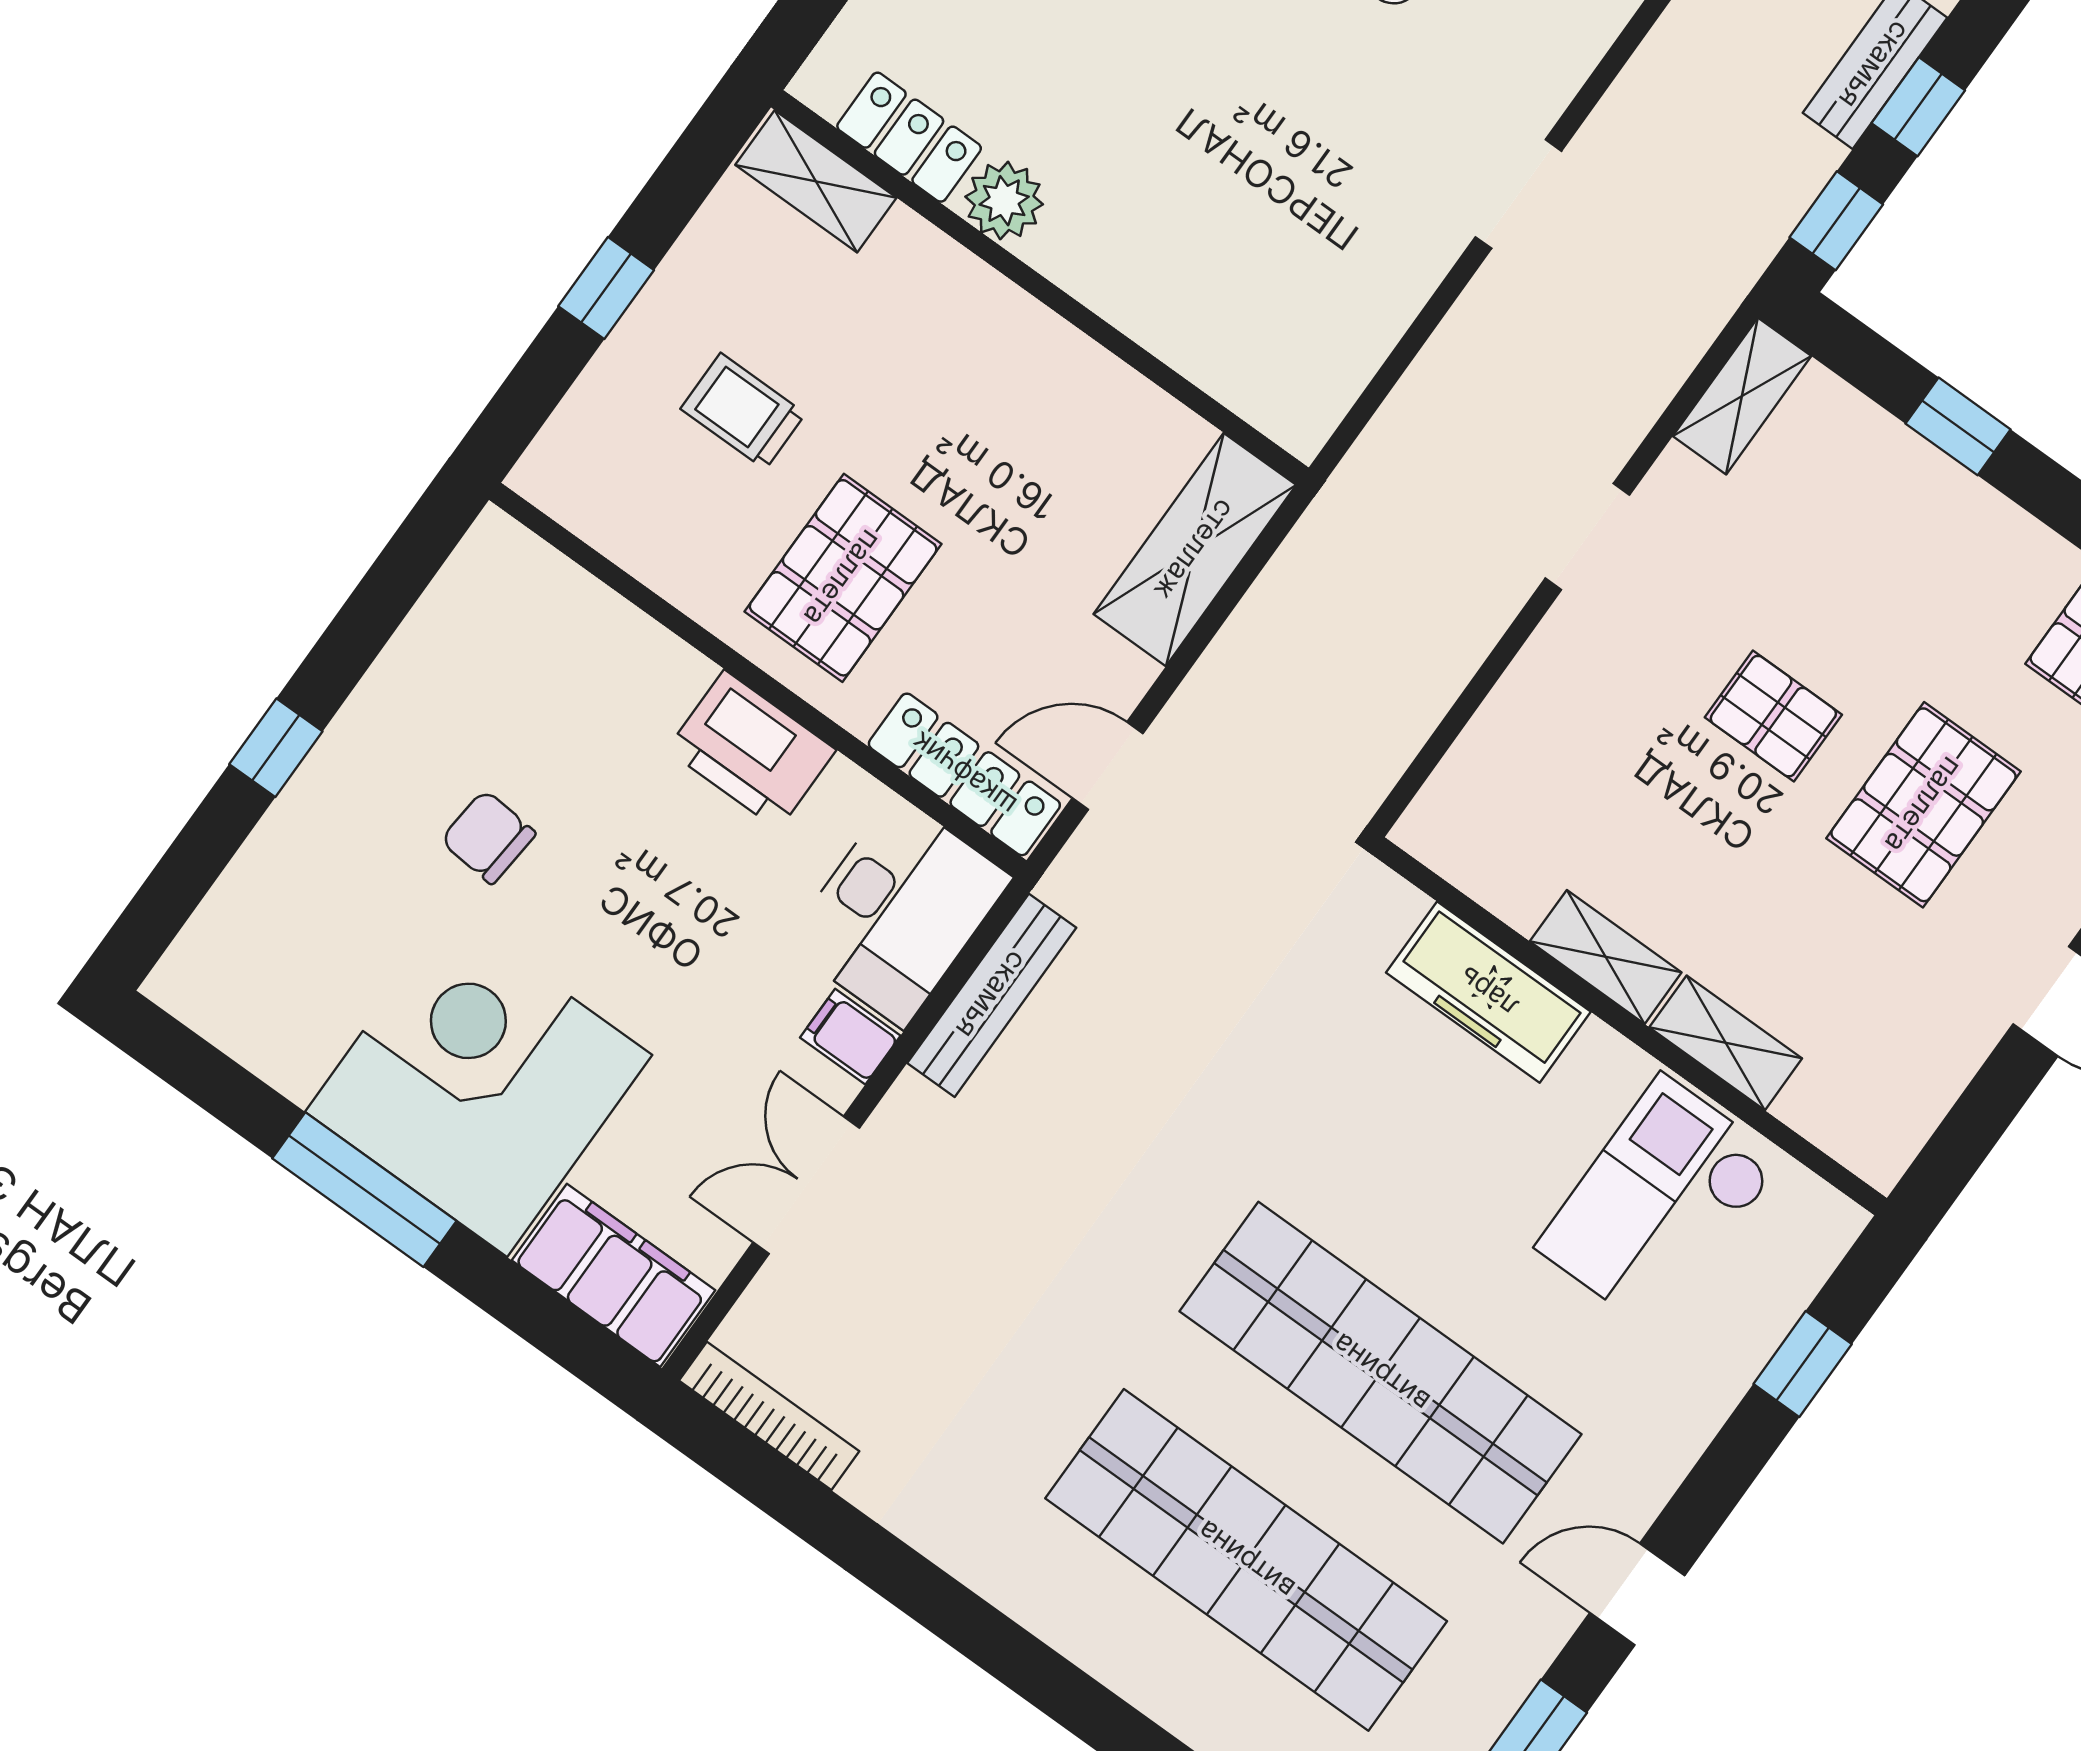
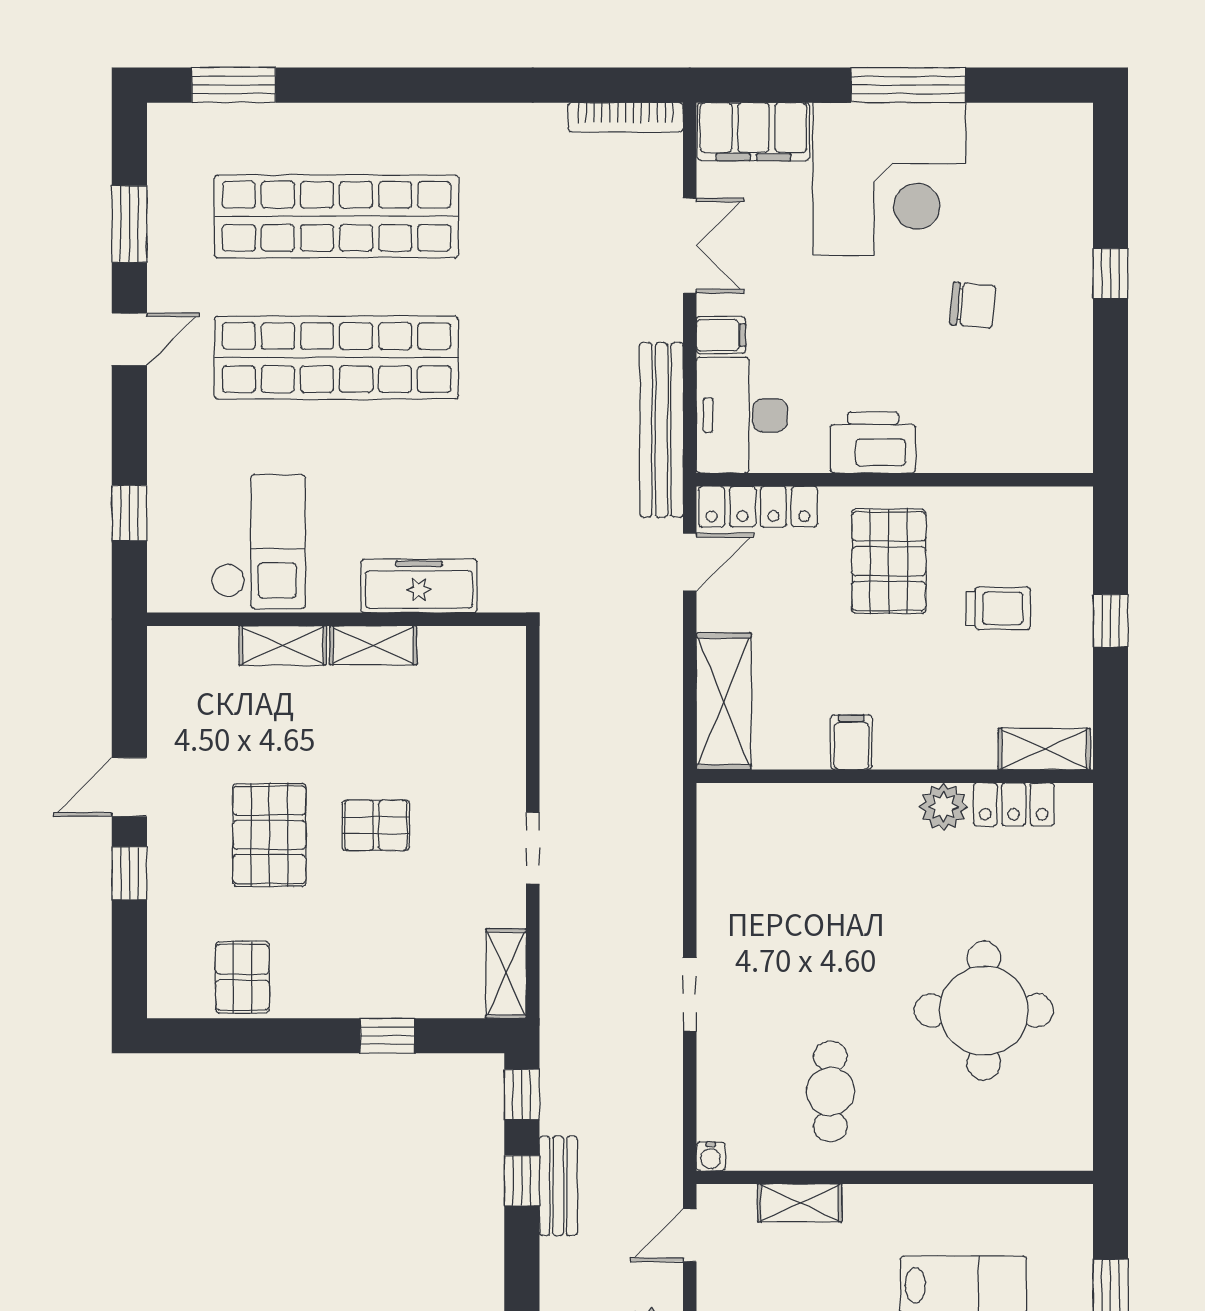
filing cabinet: (1065, 374) -> (851, 742), added
bench: (992, 995) -> (661, 430), width x1.37, depth x1.21

